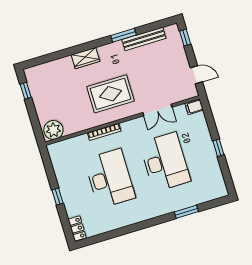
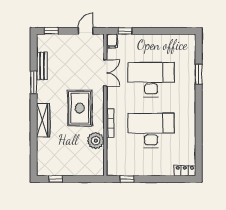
bench: (144, 39) -> (42, 66), width x0.73
wardrobe: (85, 58) -> (43, 120), width x1.50
plant: (53, 130) -> (96, 141), moved
window: (218, 148) -> (125, 31), moved
window: (58, 197) -> (127, 179), moved

